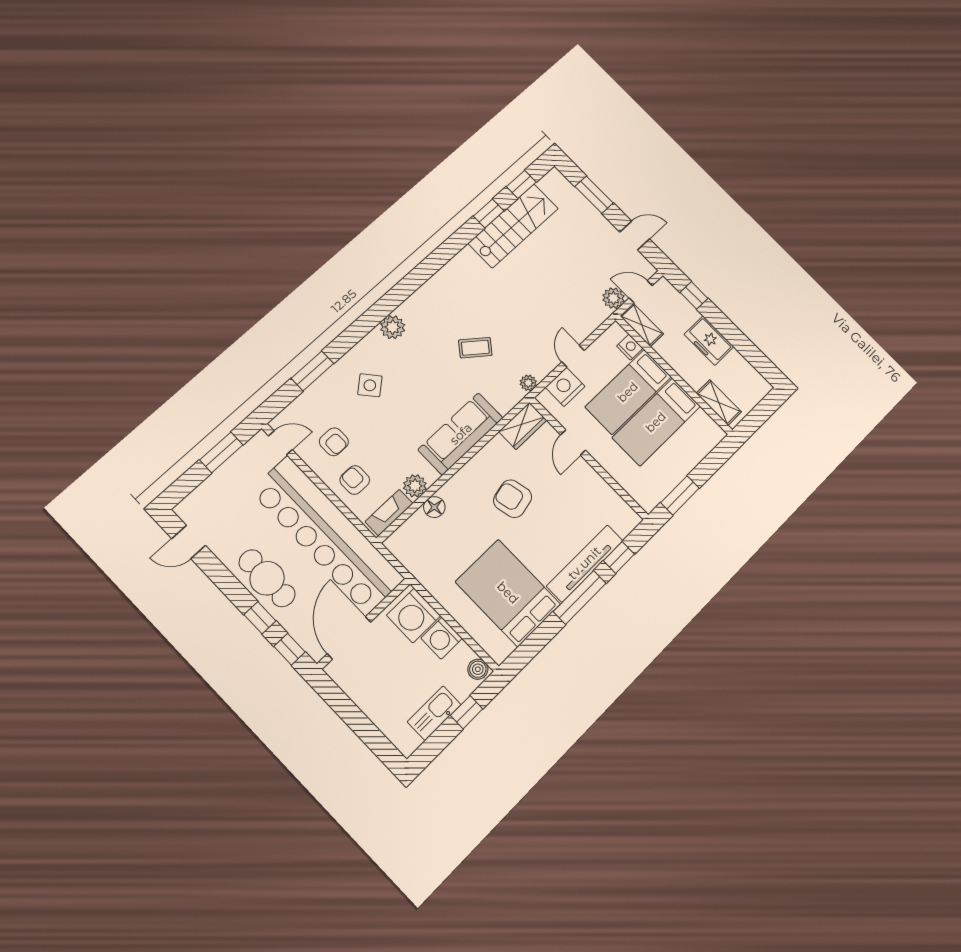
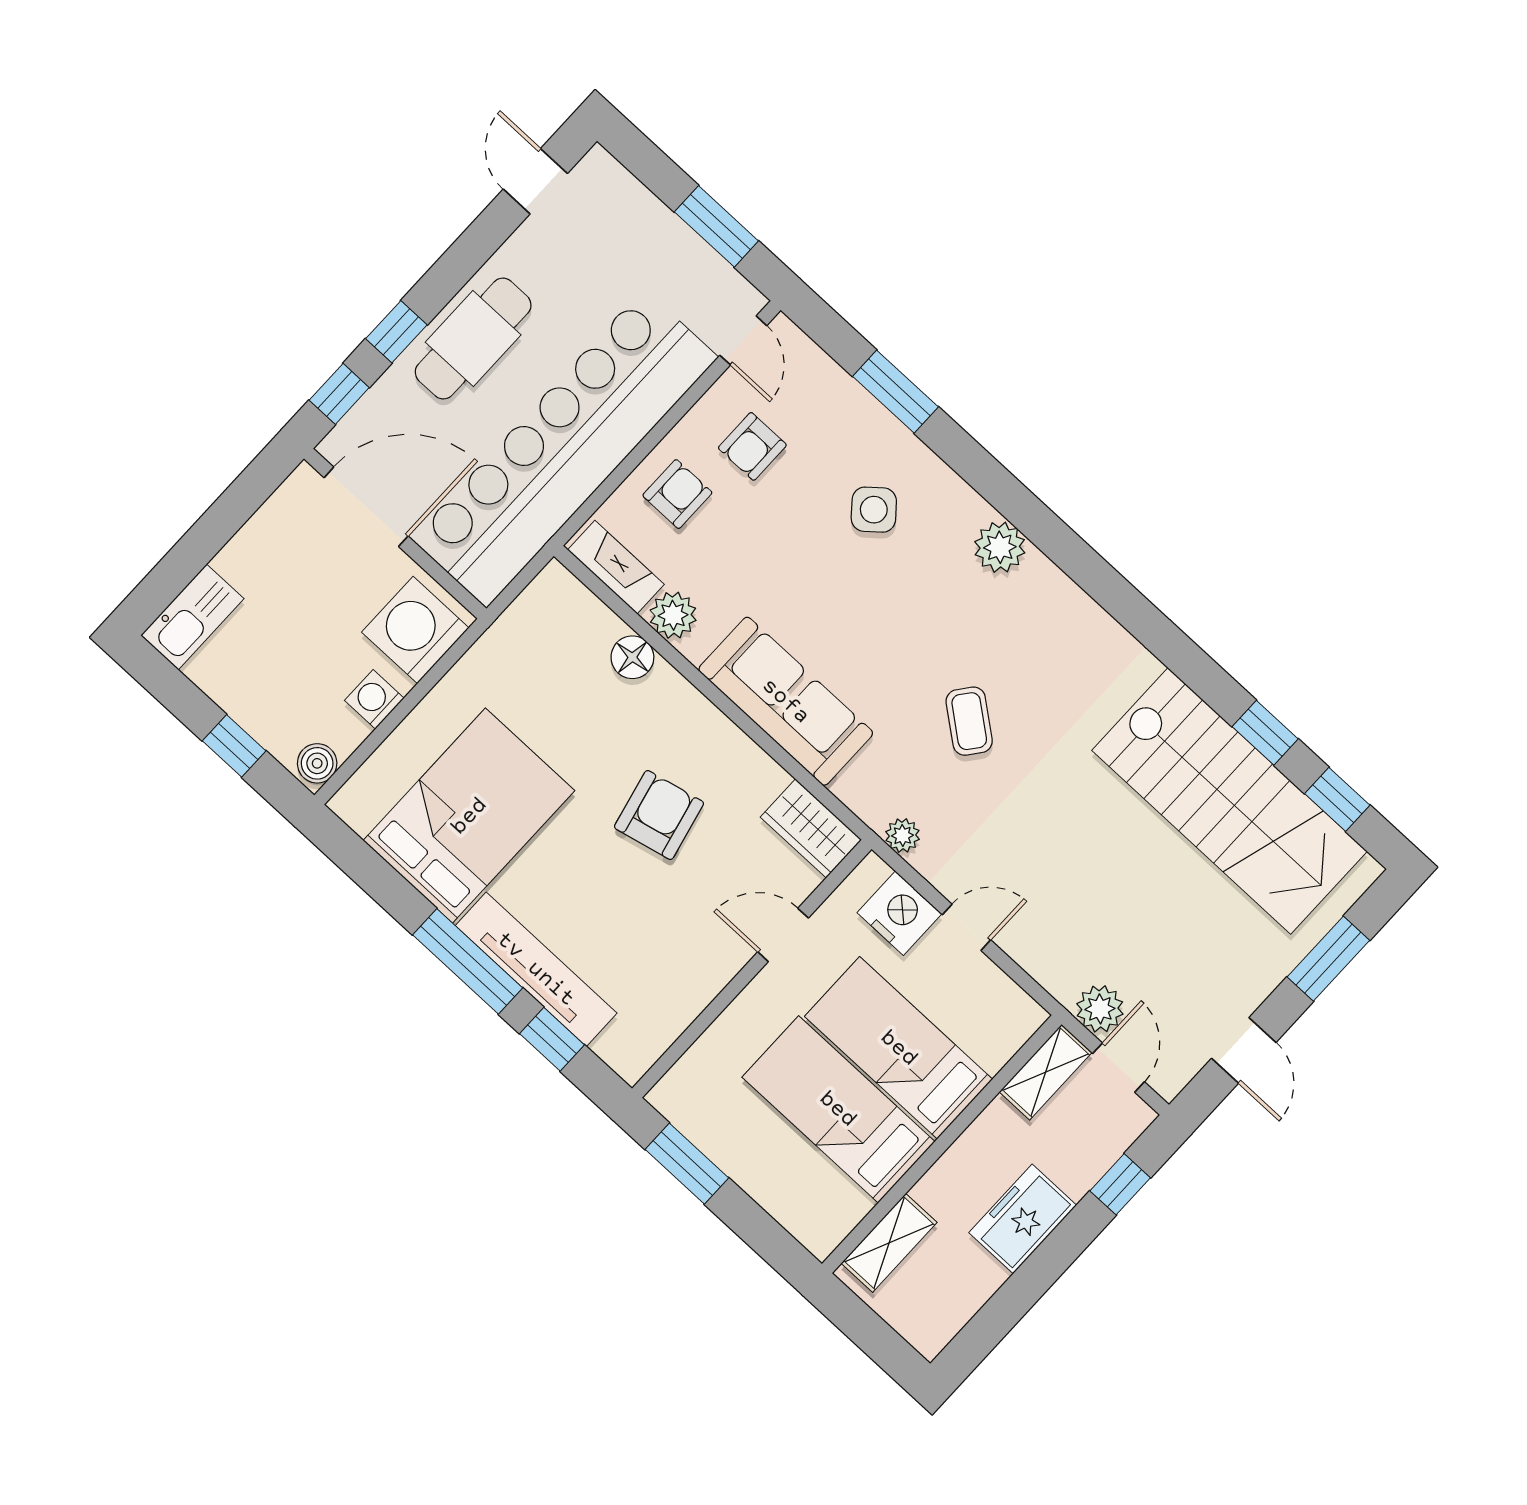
stairs: (513, 226) -> (1229, 801), width x1.36, depth x1.51
nightstand: (630, 347) -> (995, 1048), removed
washing machine: (442, 638) -> (374, 699), width x0.73, depth x0.73
kitchen sink: (434, 713) -> (192, 617), moved, turned 90

